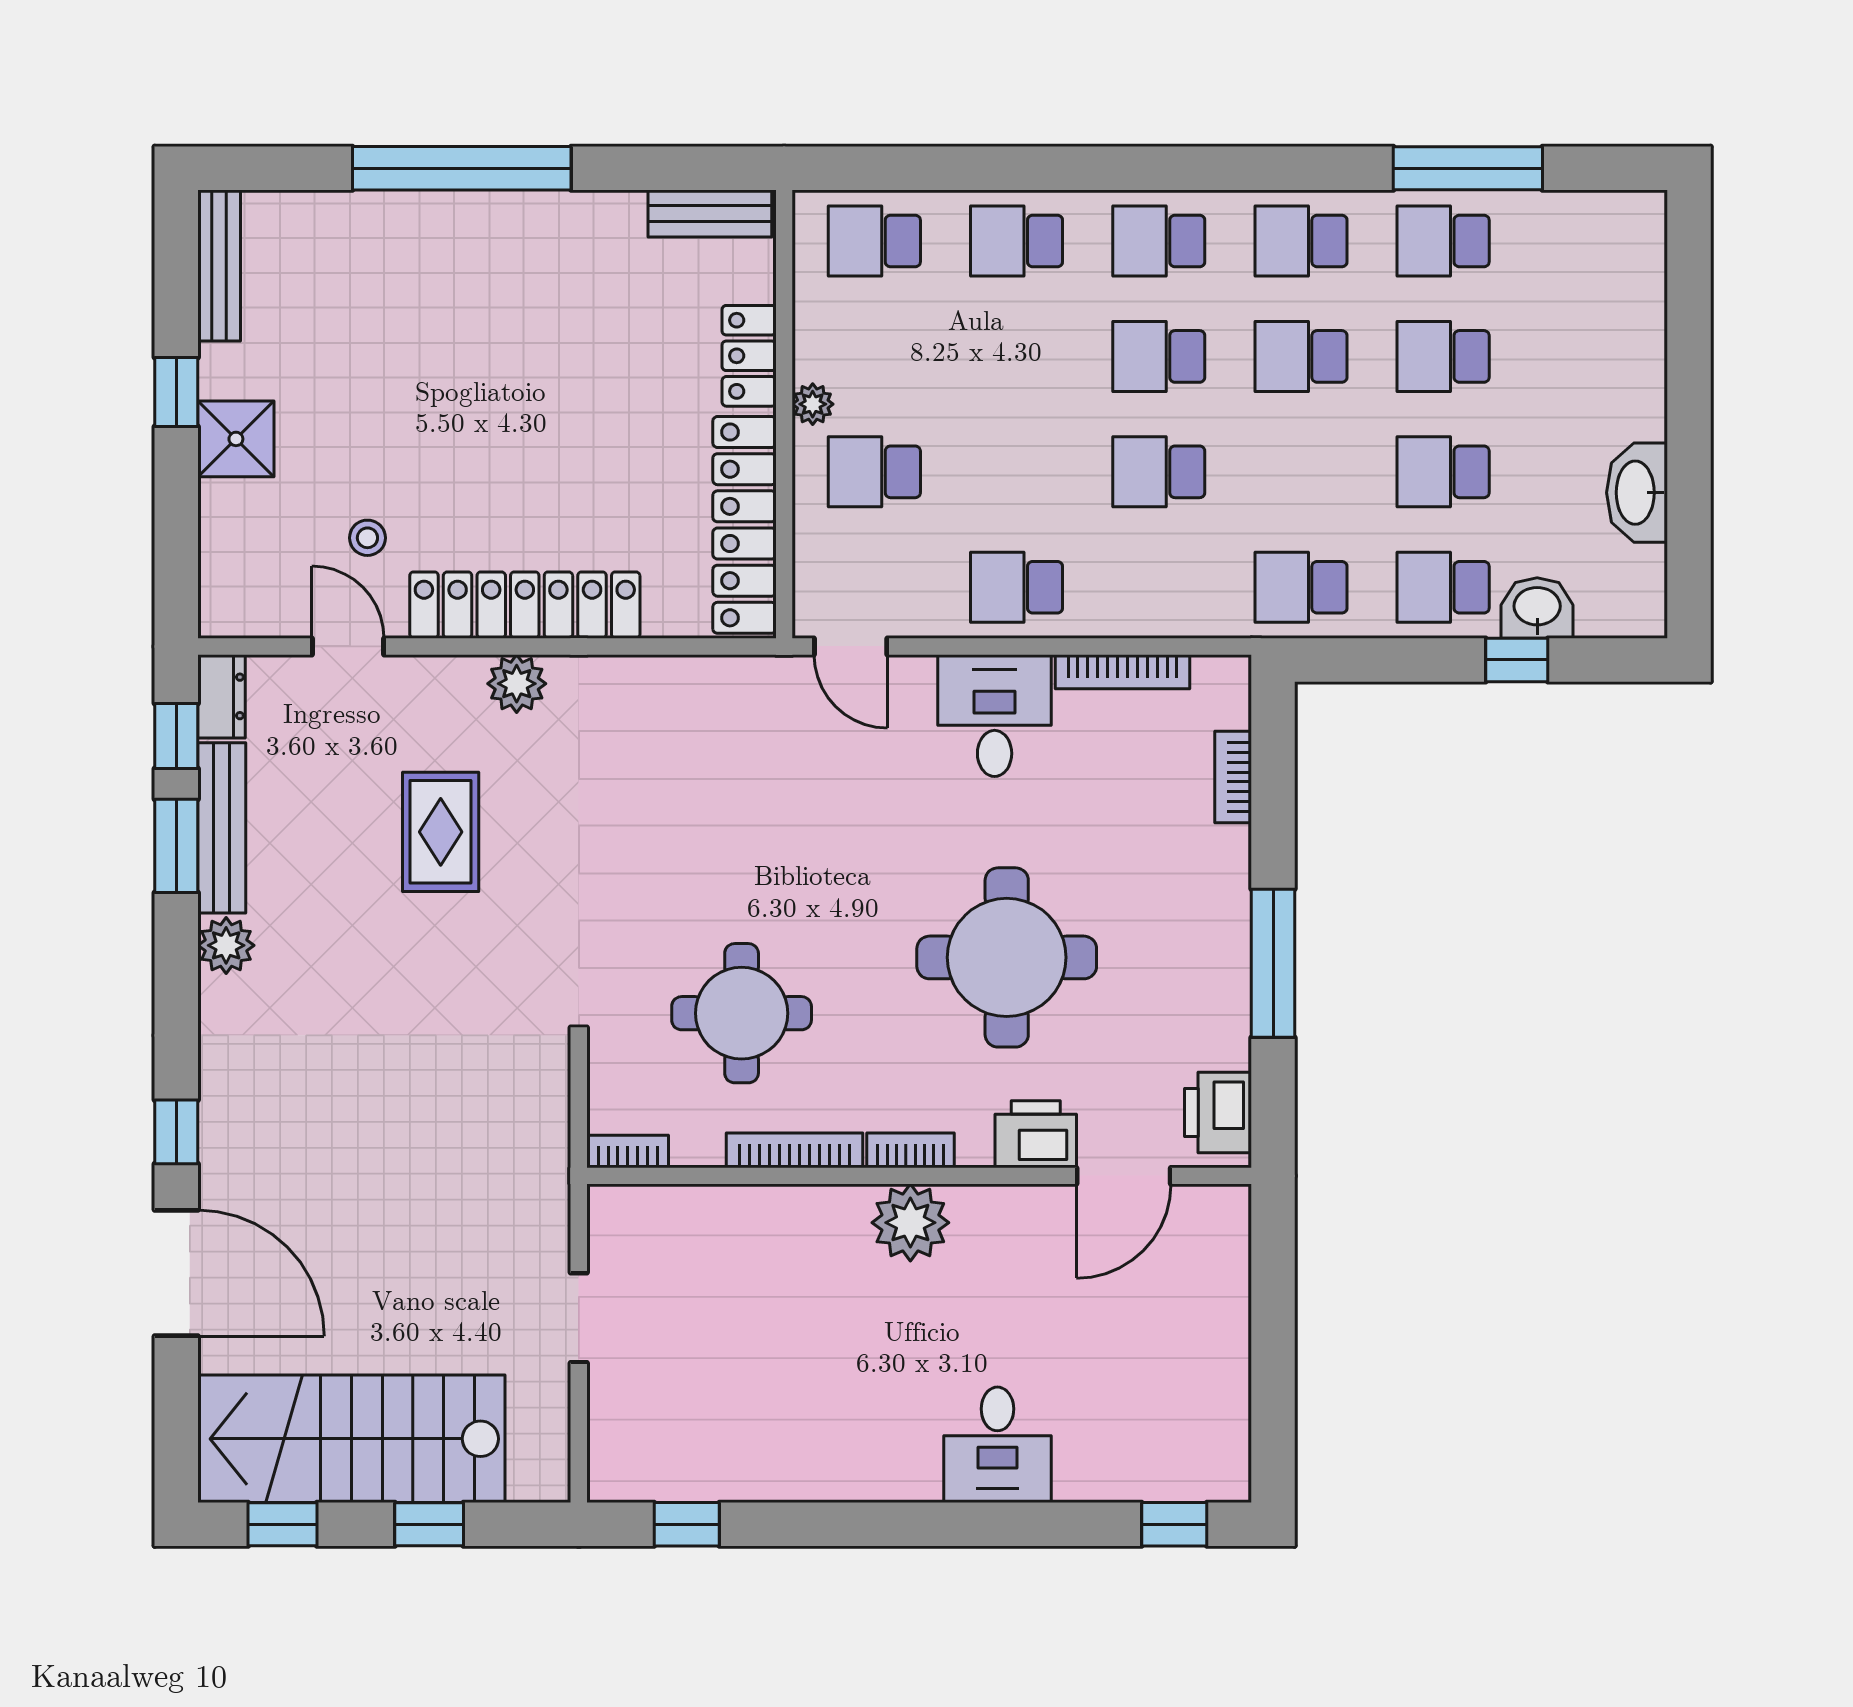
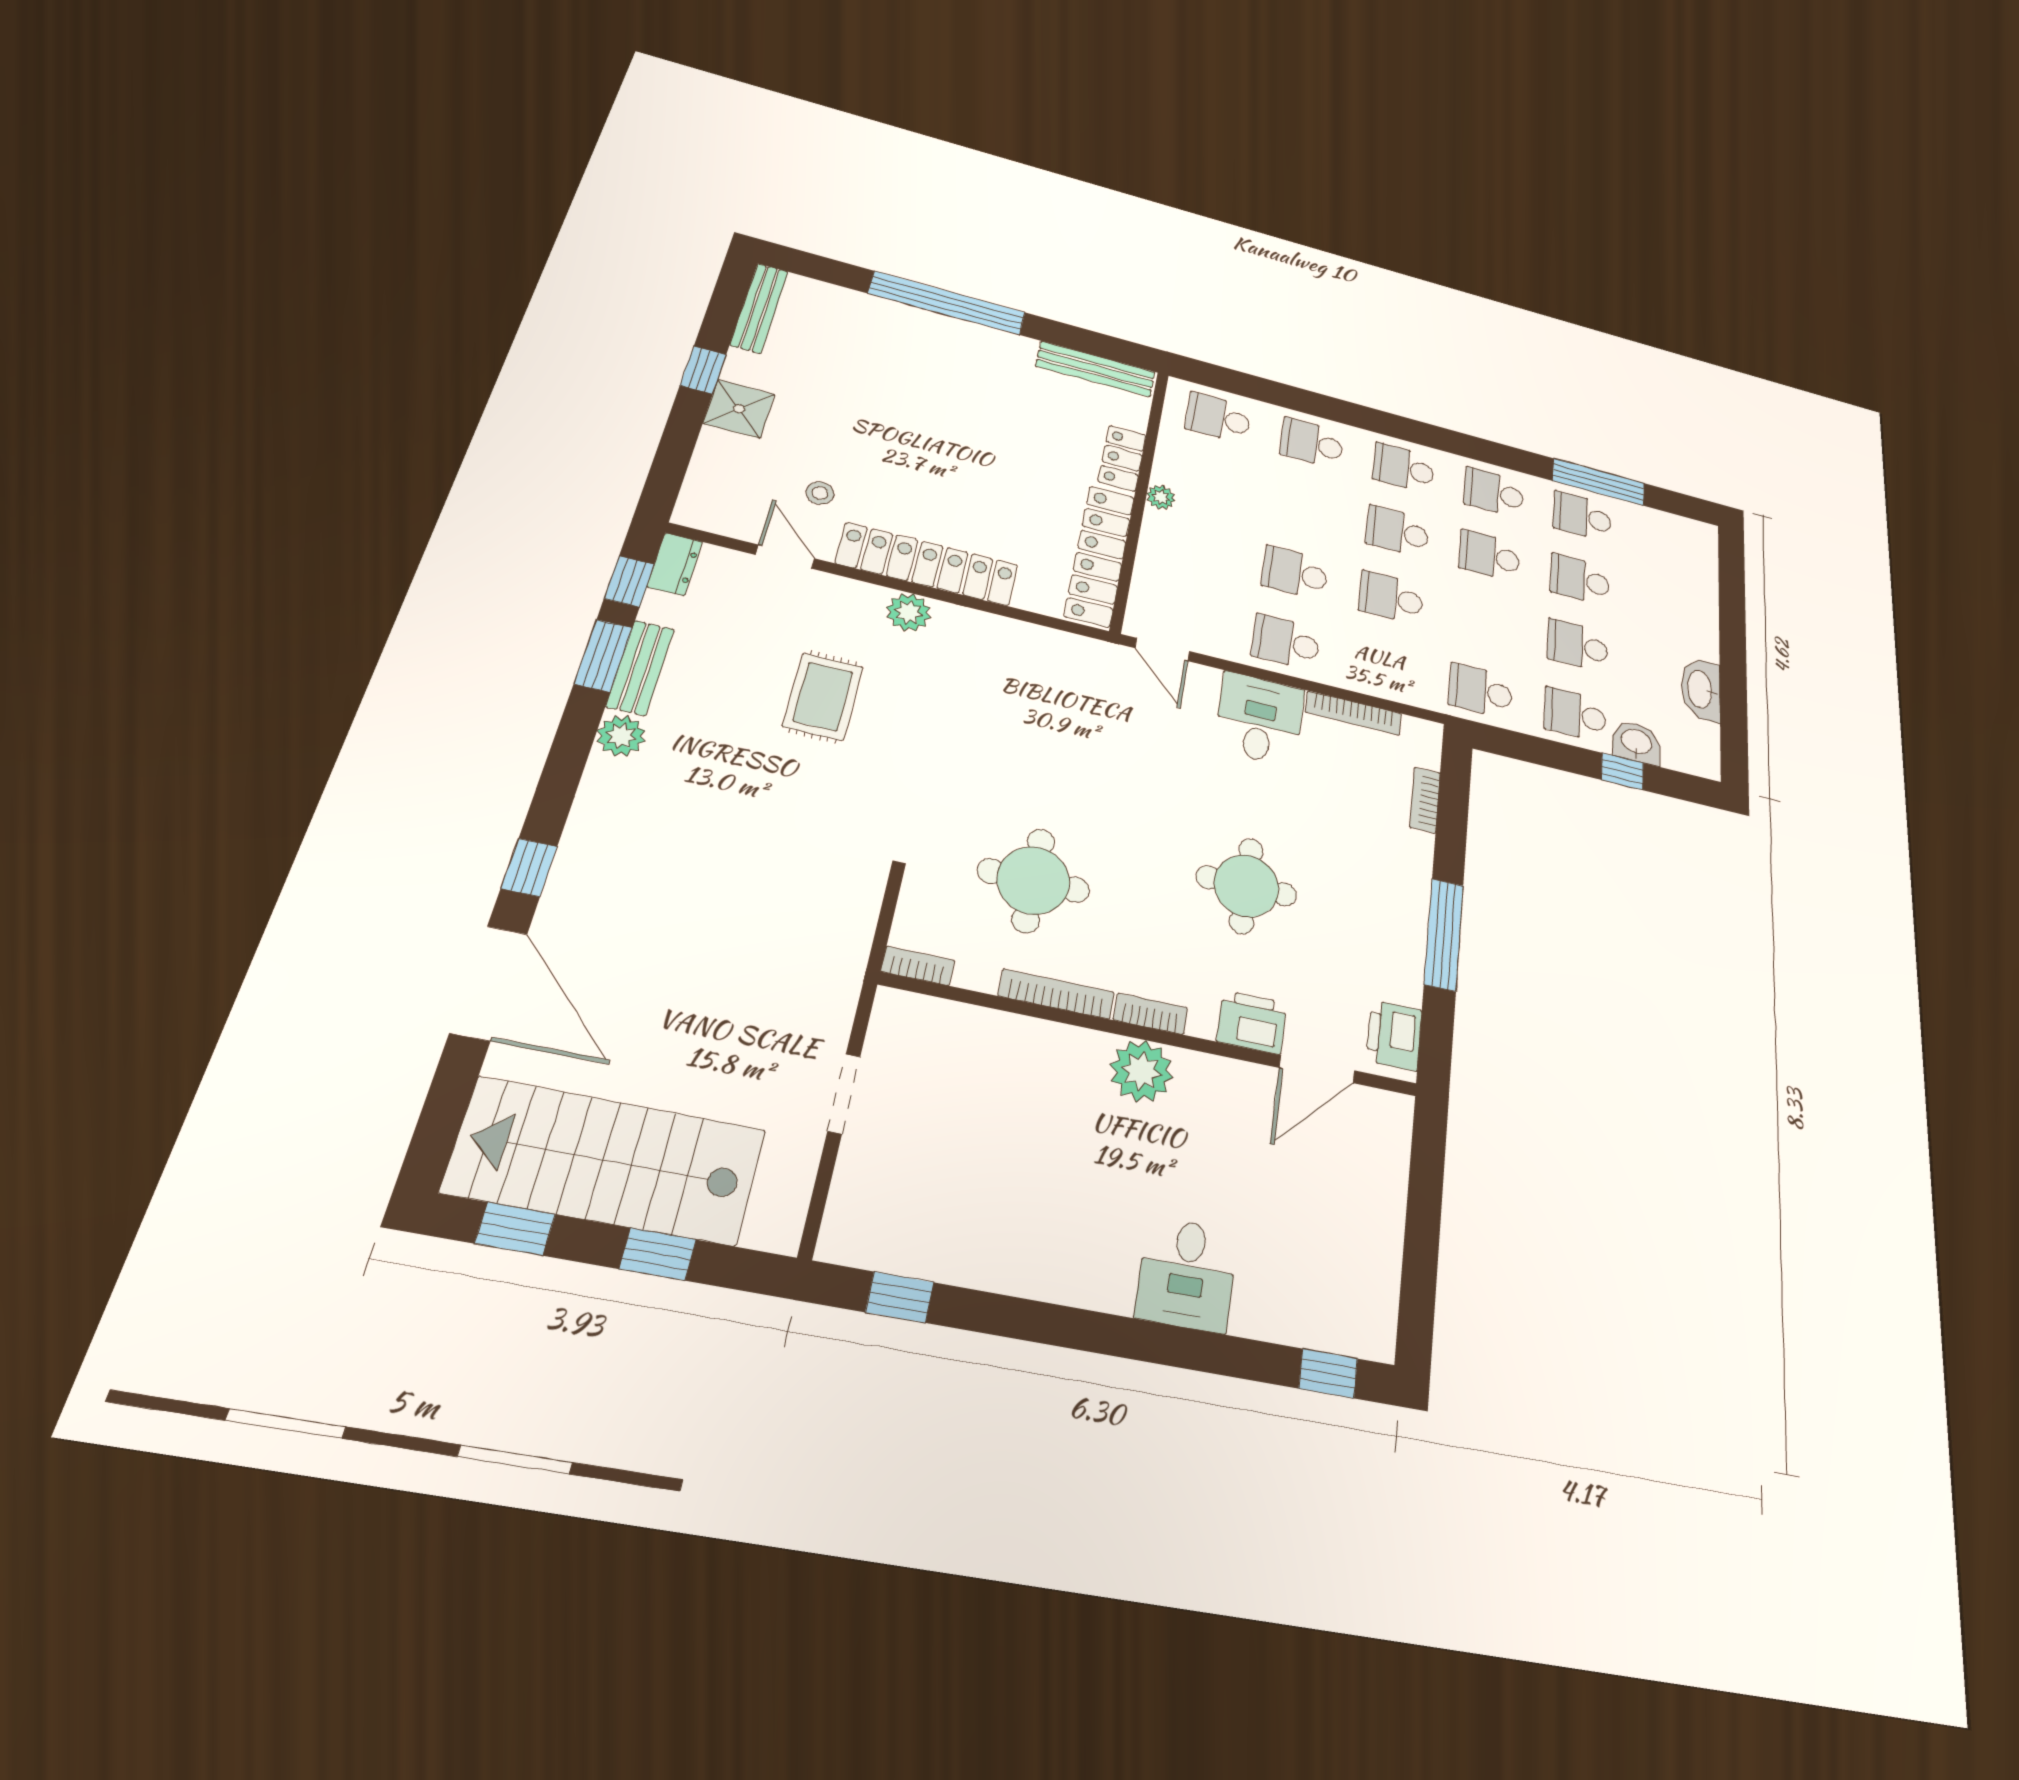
bench: (710, 214) -> (1096, 369), width x1.36
school desk: (874, 472) -> (1295, 573), moved
bench: (222, 828) -> (640, 668), width x0.73
round table: (1007, 957) -> (1246, 886), width x0.73, depth x0.73

